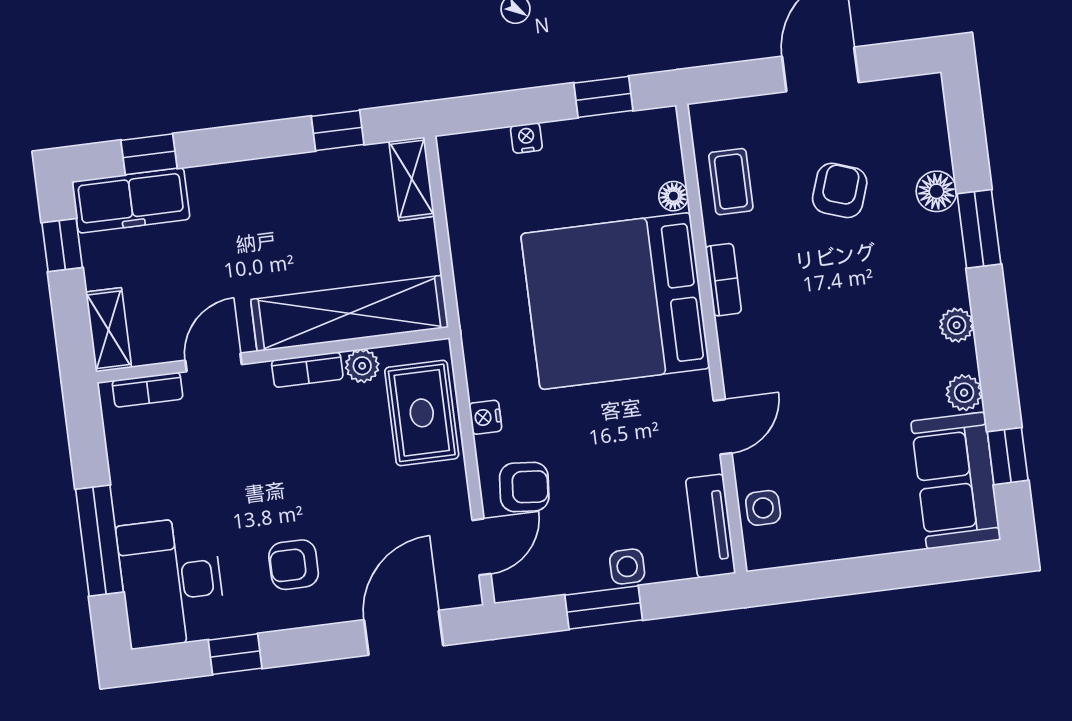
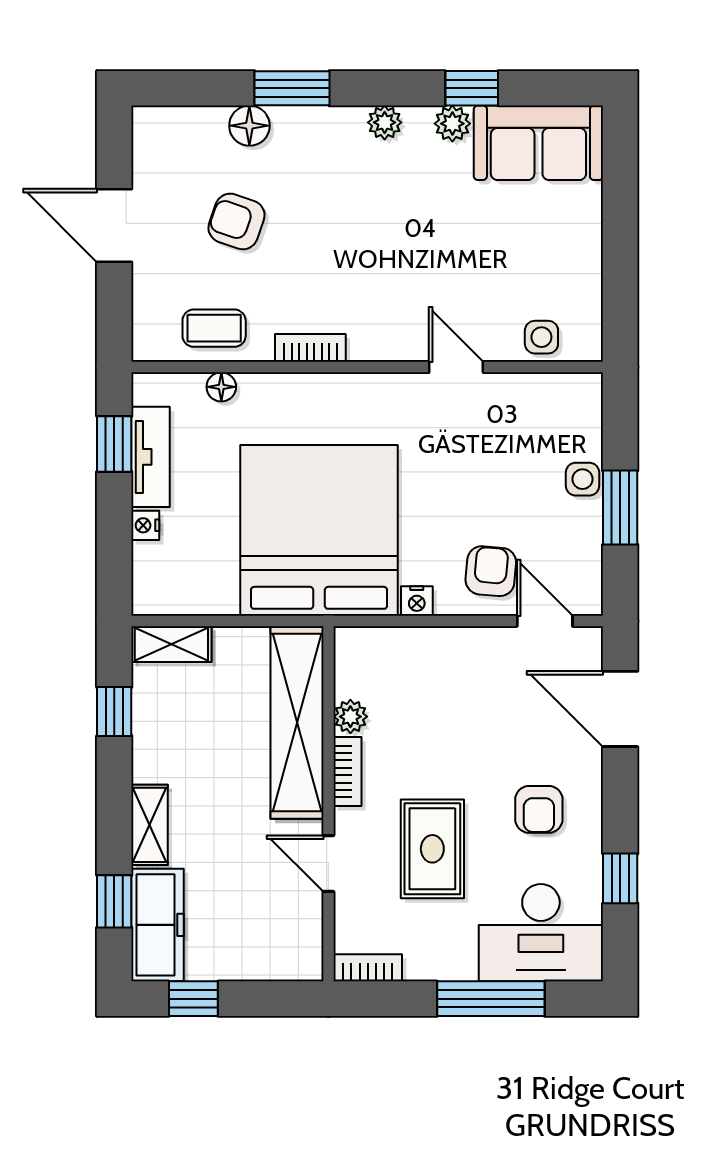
bed: (615, 301) -> (319, 530), moved, turned 180
shelving: (109, 330) -> (150, 825), moved, turned 90
bookcase: (148, 390) -> (368, 968), moved, turned -90
rug: (422, 413) -> (432, 849), moved, turned 90
window: (1008, 456) -> (472, 88), moved
tv unit: (711, 526) -> (151, 457), moved, turned -90

